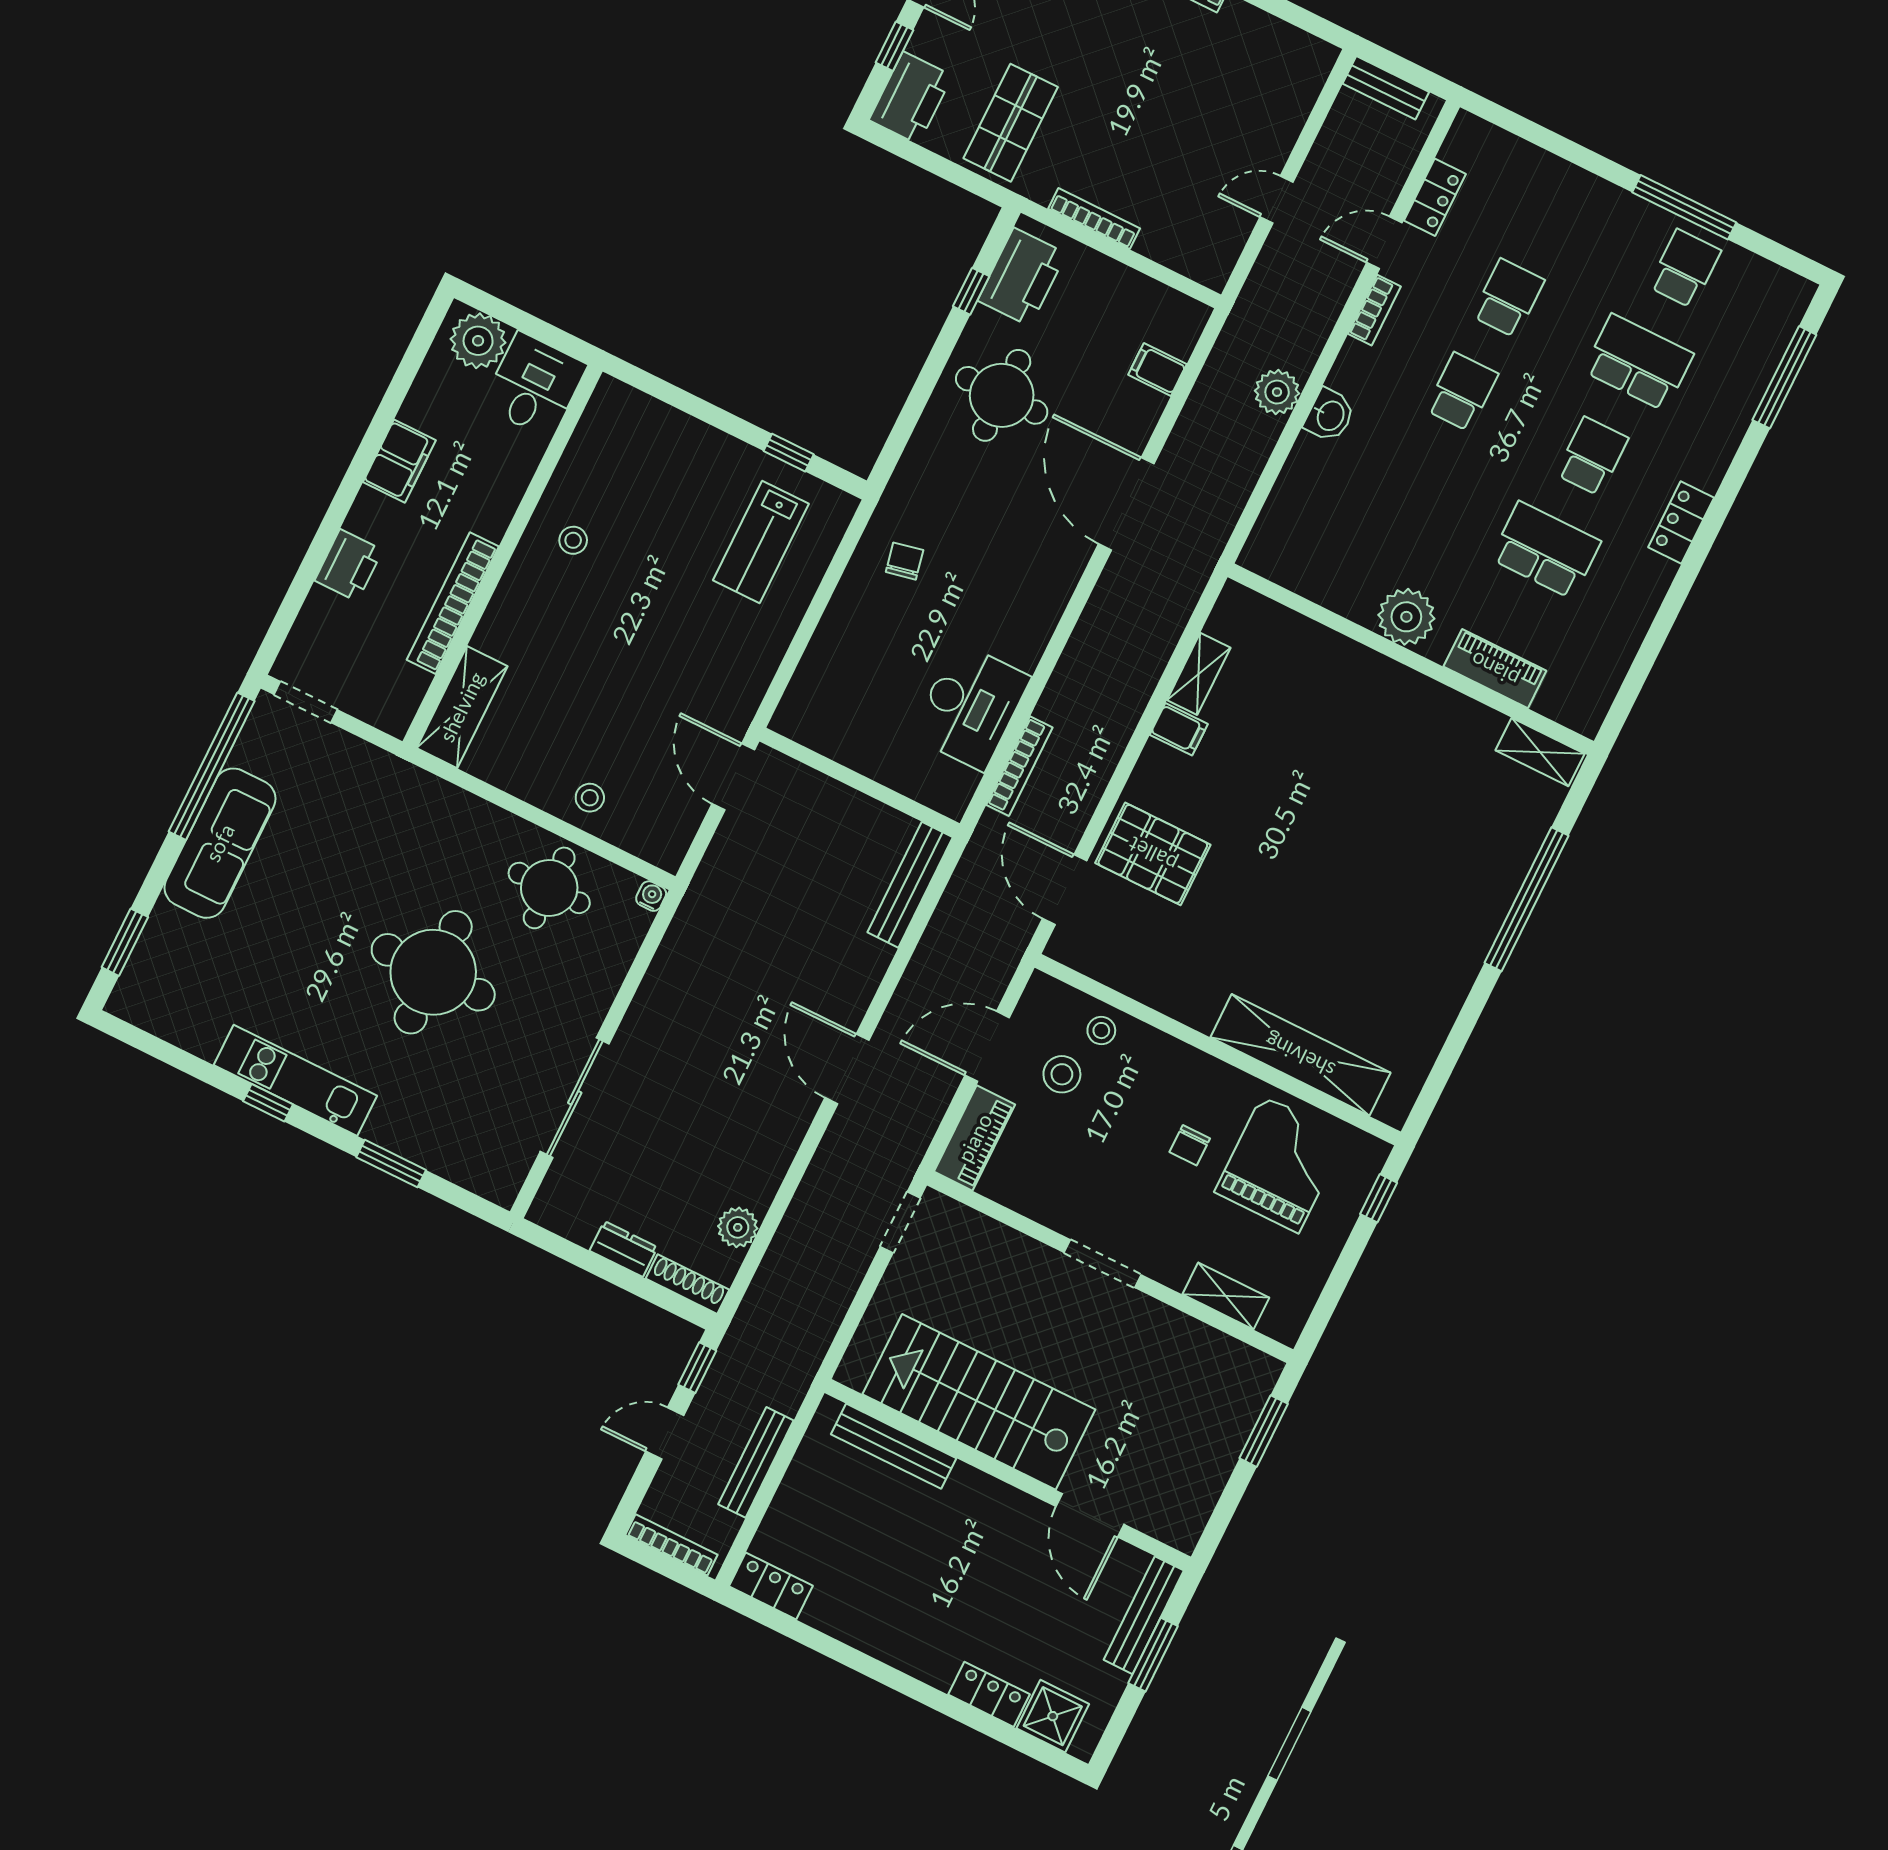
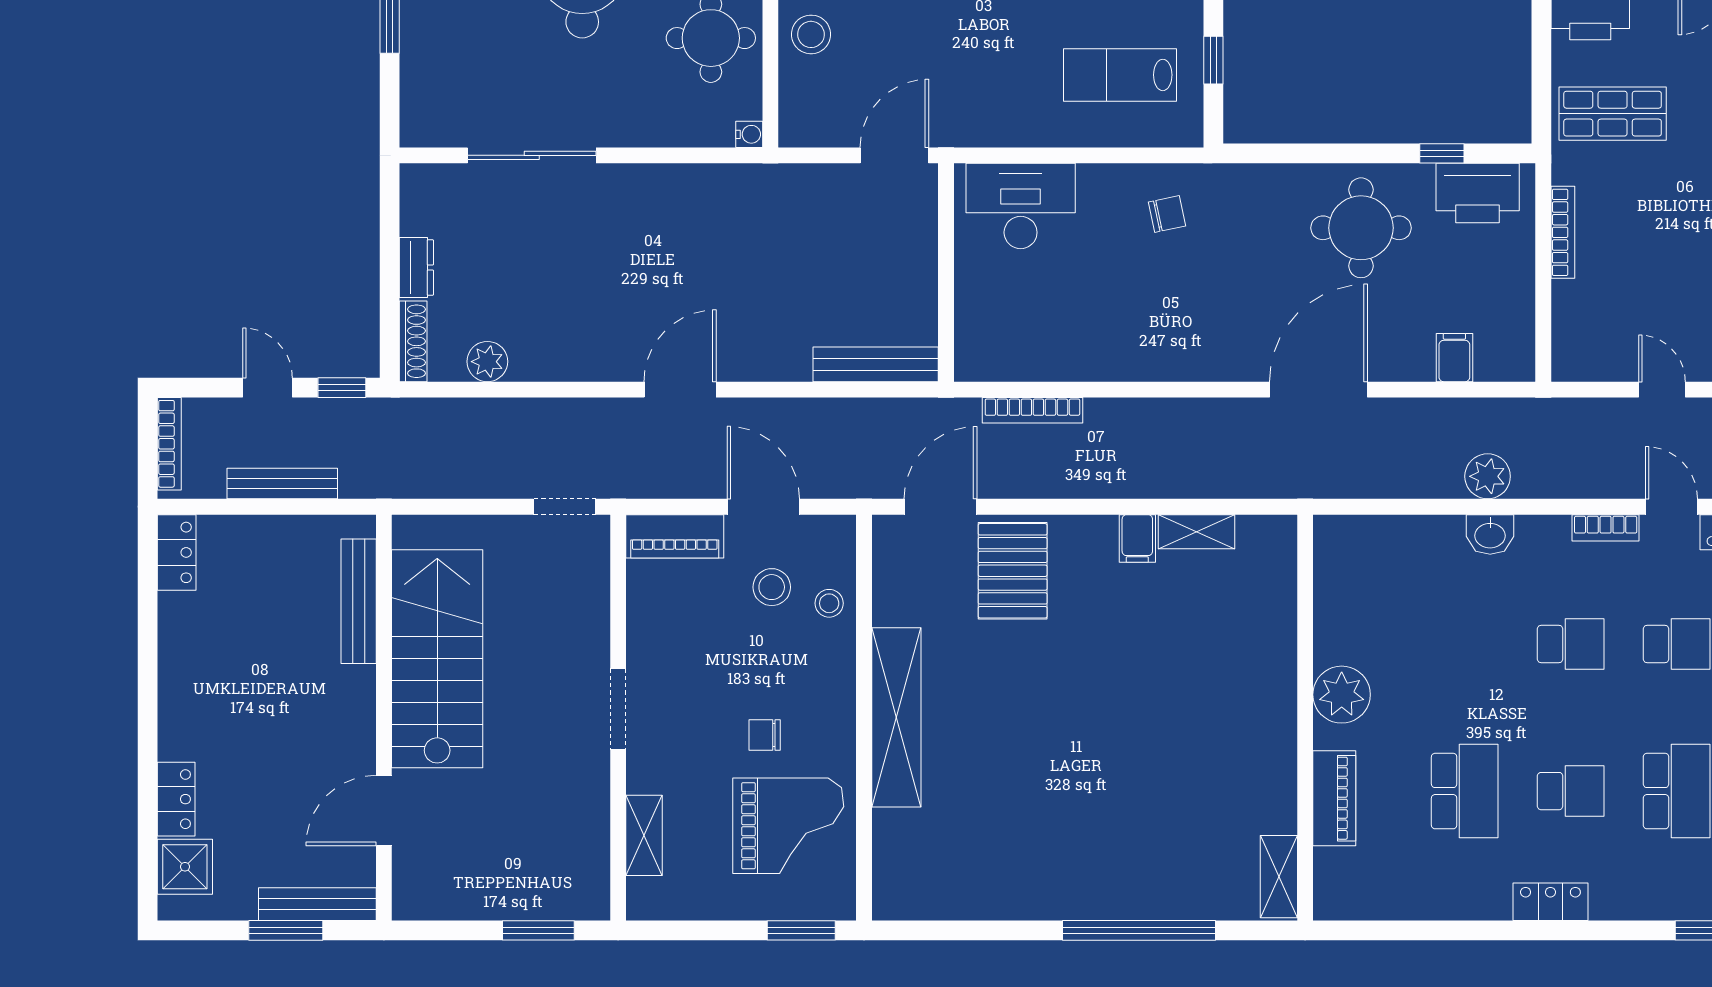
desk: (970, 706) -> (1021, 206), moved, turned 180
stool: (590, 798) -> (811, 34), width x1.37, depth x1.37
shelving: (1300, 1055) -> (896, 717), moved
window: (1379, 1198) -> (801, 930), width x1.50

